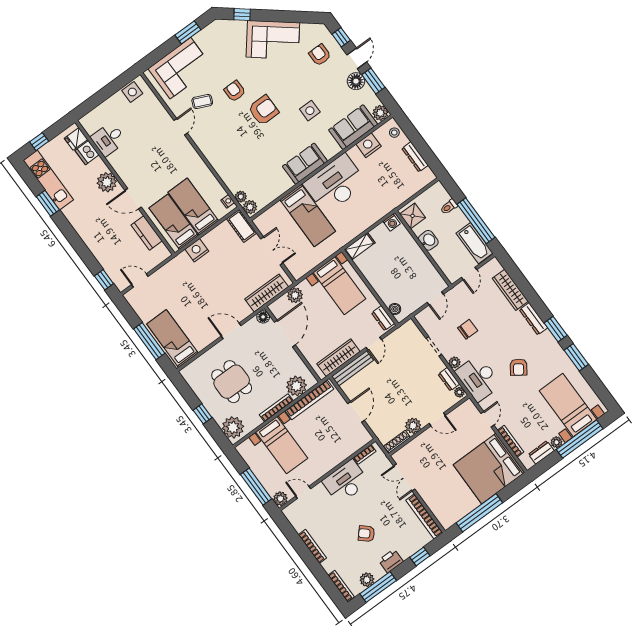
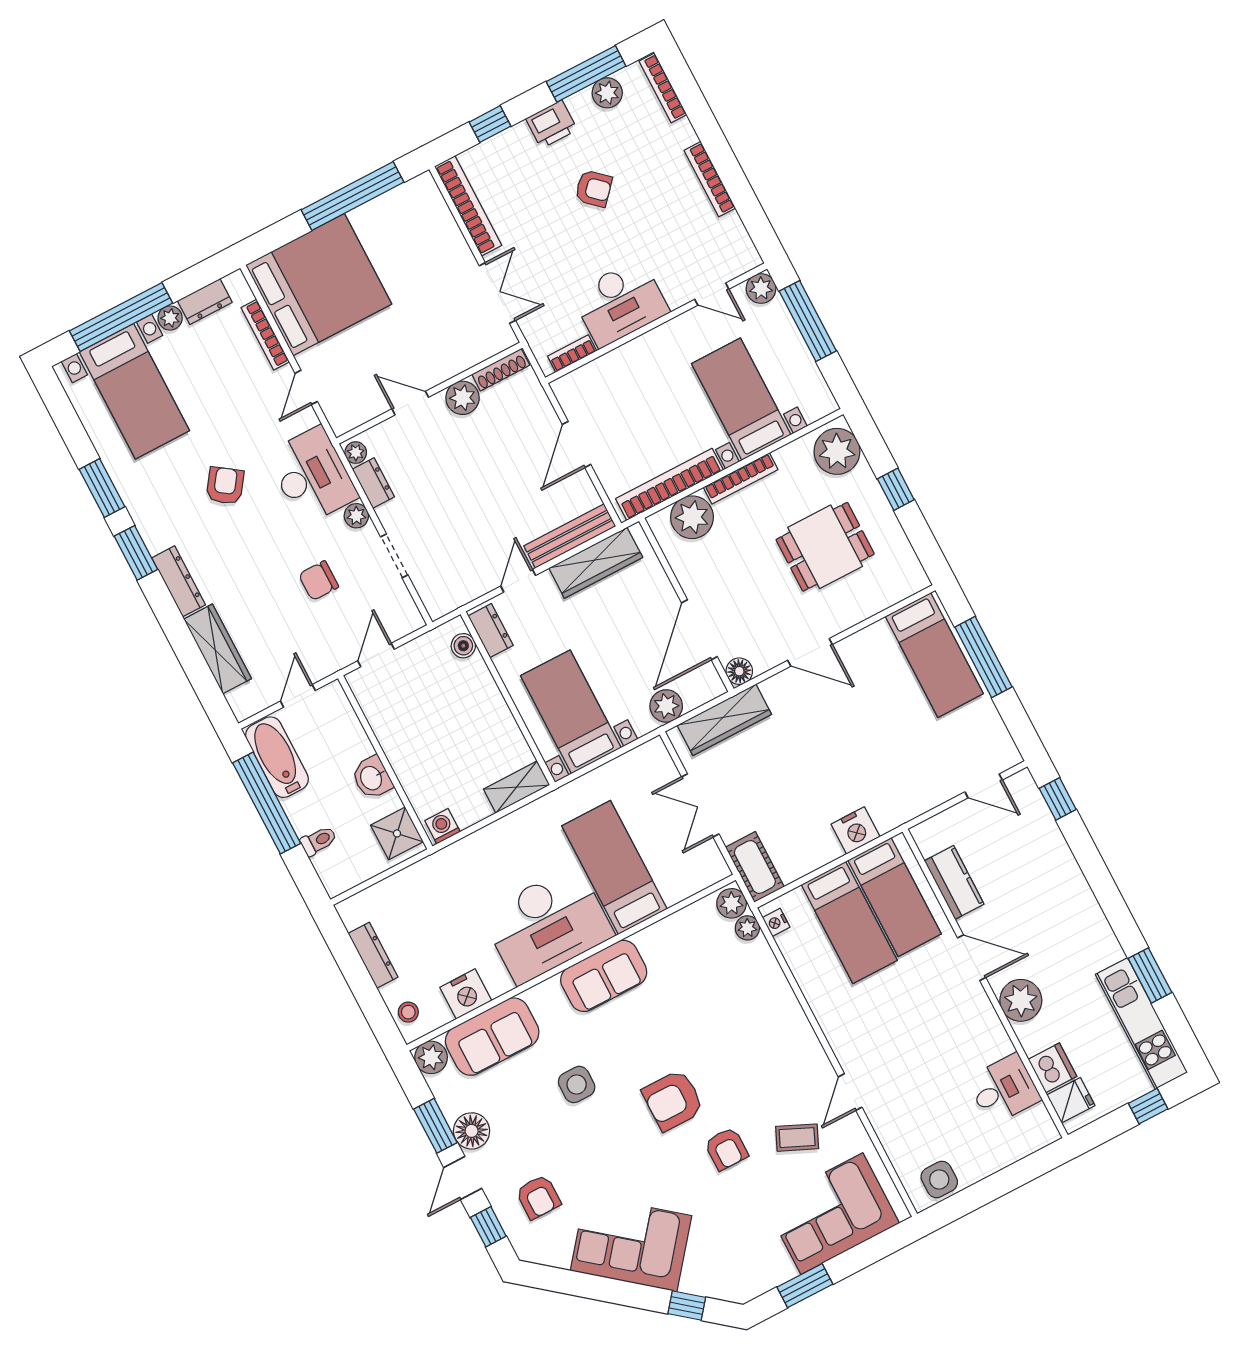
dining table: (232, 382) -> (825, 547), turned 90

